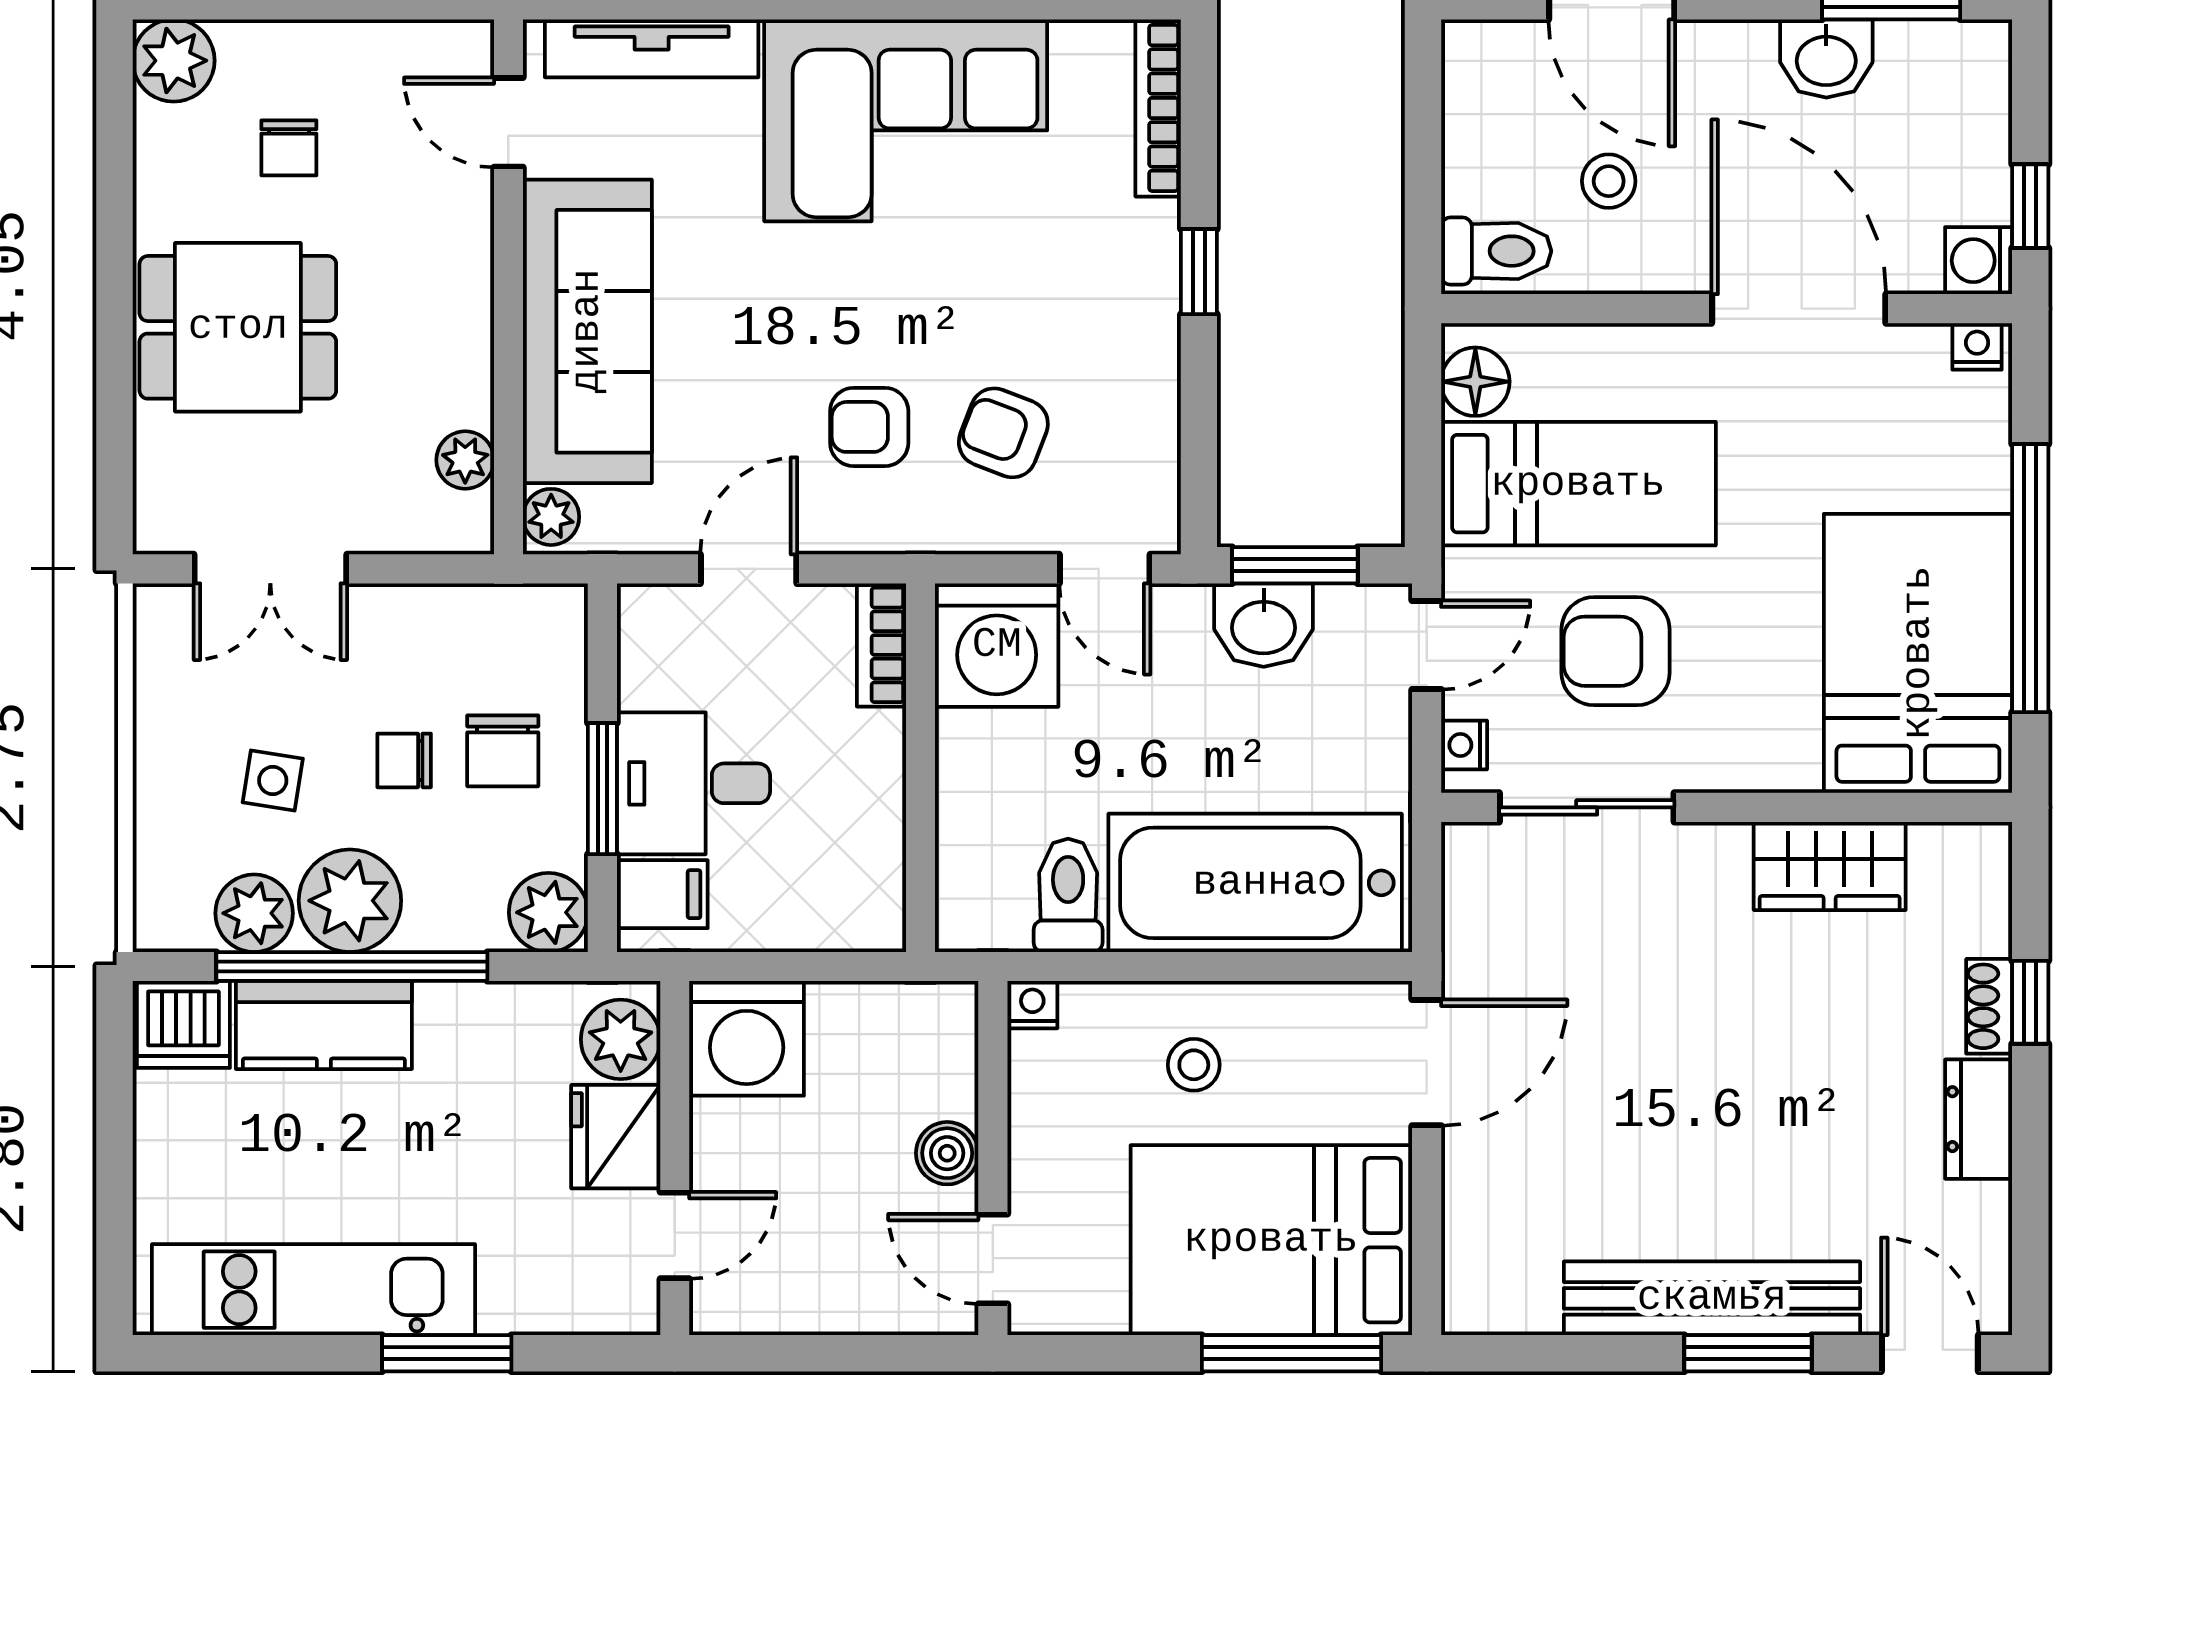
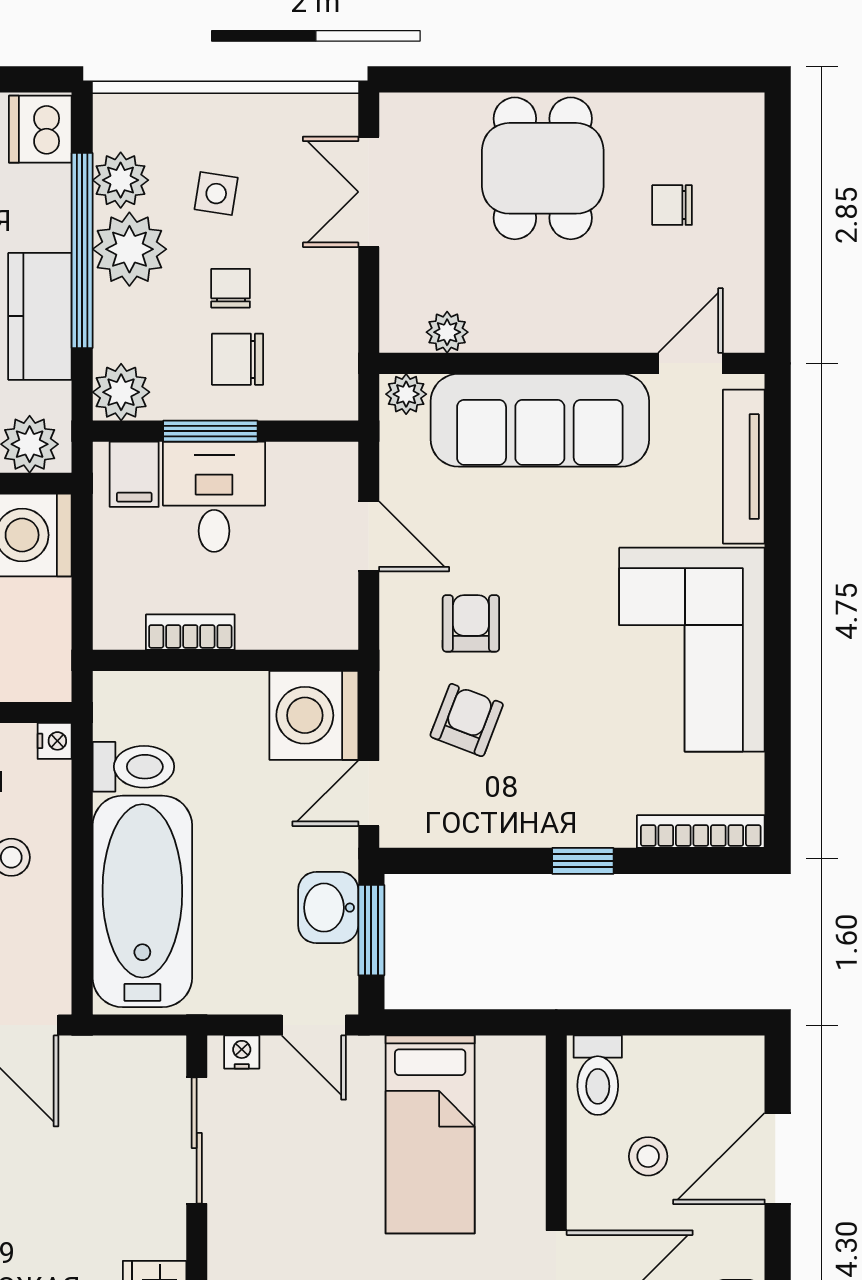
plant: (174, 61) -> (735, 122), removed
floor lamp: (1475, 382) -> (504, 1060), removed
bookcase: (881, 645) -> (190, 632), moved
armchair: (1616, 651) -> (309, 1161), removed
kitchen counter: (324, 1025) -> (40, 316), moved

